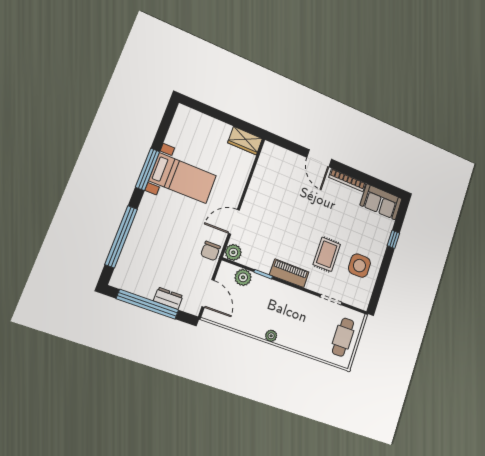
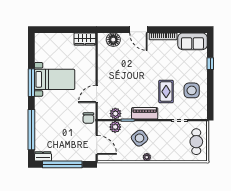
floor lamp: (282, 158) -> (113, 40), added
plant: (233, 252) -> (115, 114), moved
dresser: (168, 298) -> (43, 156), moved
side table: (271, 305) -> (140, 138), added

